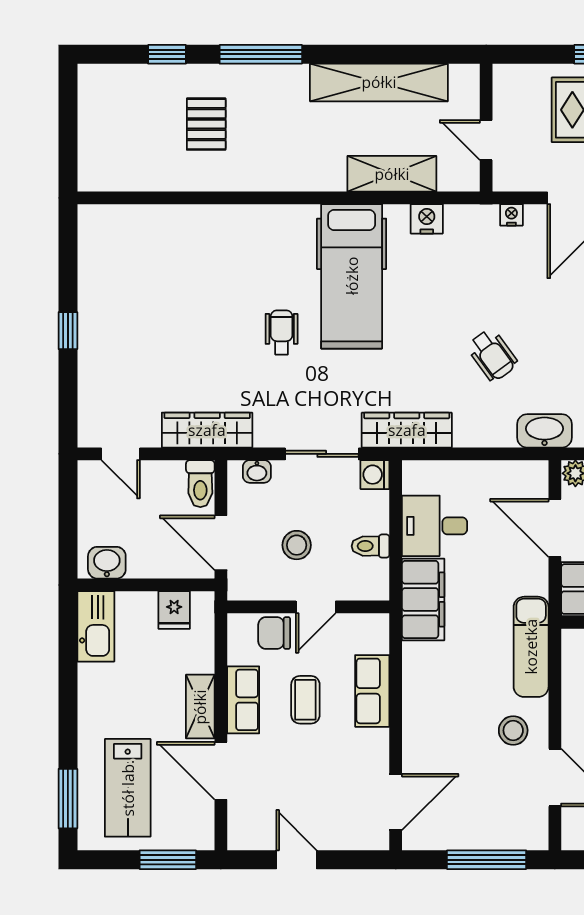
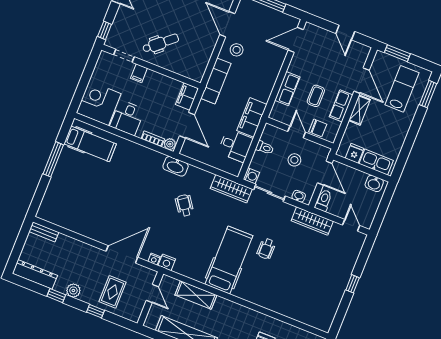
nightstand: (427, 219) -> (167, 262), moved
door: (316, 607) -> (297, 132), hinge flipped
kitchen sink: (96, 626) -> (376, 162), moved, turned 90

